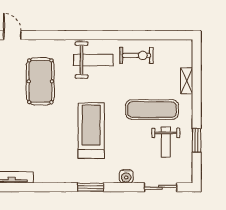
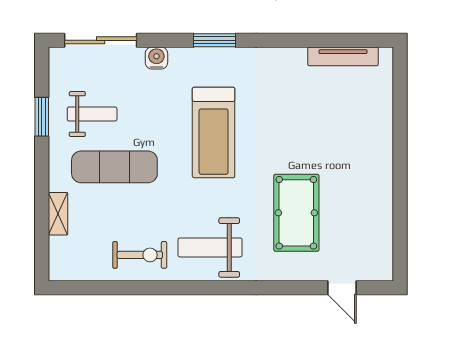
exercise bike: (136, 55) -> (140, 255), turned 180
weight bench: (166, 142) -> (92, 114), turned 90
sliding door: (161, 187) -> (101, 40), width x1.37

